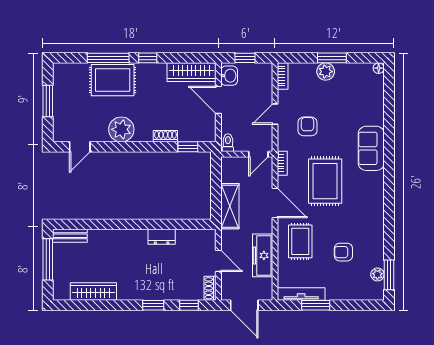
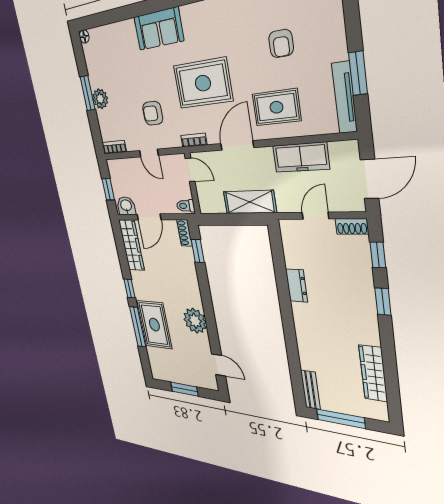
shoe rack: (165, 136) -> (184, 233), moved

